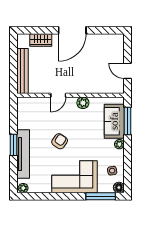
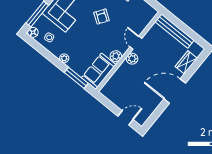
door: (72, 30) -> (175, 91), hinge flipped
door: (128, 71) -> (126, 118), moved
plant: (74, 88) -> (132, 59), added
sofa: (114, 121) -> (99, 71), moved, turned -90

